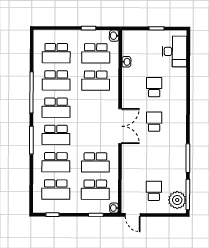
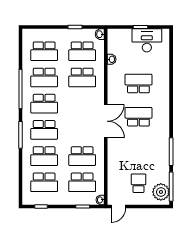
desk: (174, 51) -> (147, 40), moved, turned -90
school desk: (154, 87) -> (138, 84), width x1.85
school desk: (154, 122) -> (138, 117), width x1.85
door: (133, 215) -> (118, 206), hinge flipped

